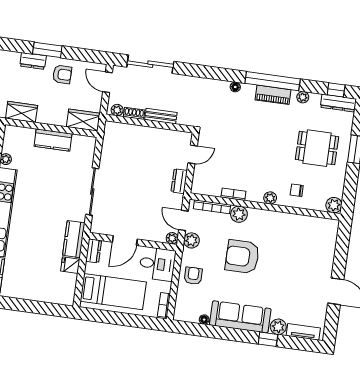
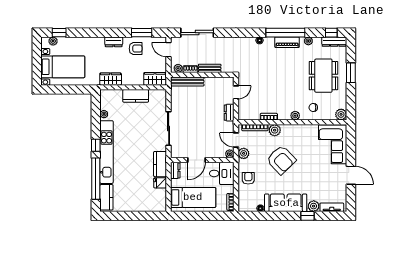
window: (47, 50) -> (142, 33), moved
bench: (127, 130) -> (187, 81), added
dining table: (317, 148) -> (323, 76), width x1.38
corner sofa: (317, 245) -> (333, 144), added
armchair: (242, 257) -> (281, 160), turned -134

